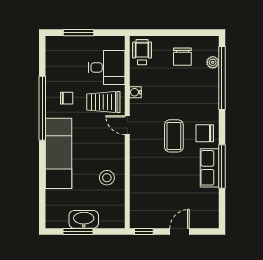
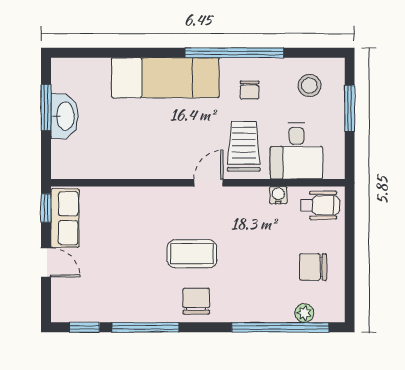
water cooler: (135, 92) -> (278, 195), moved
row of seats: (210, 168) -> (65, 218), moved, turned 90
stool: (107, 178) -> (309, 86), moved
window: (222, 206) -> (85, 327), added

